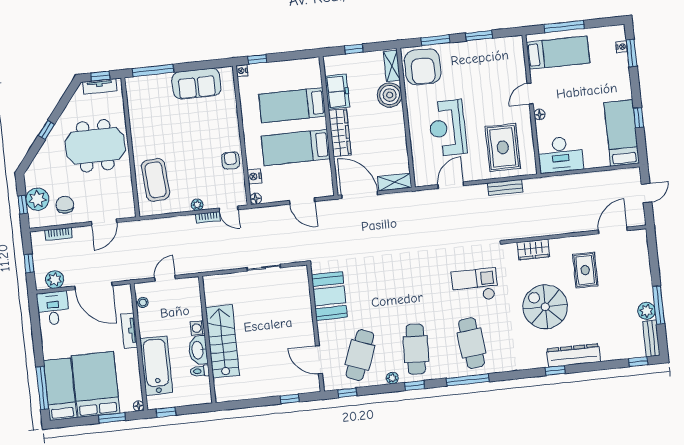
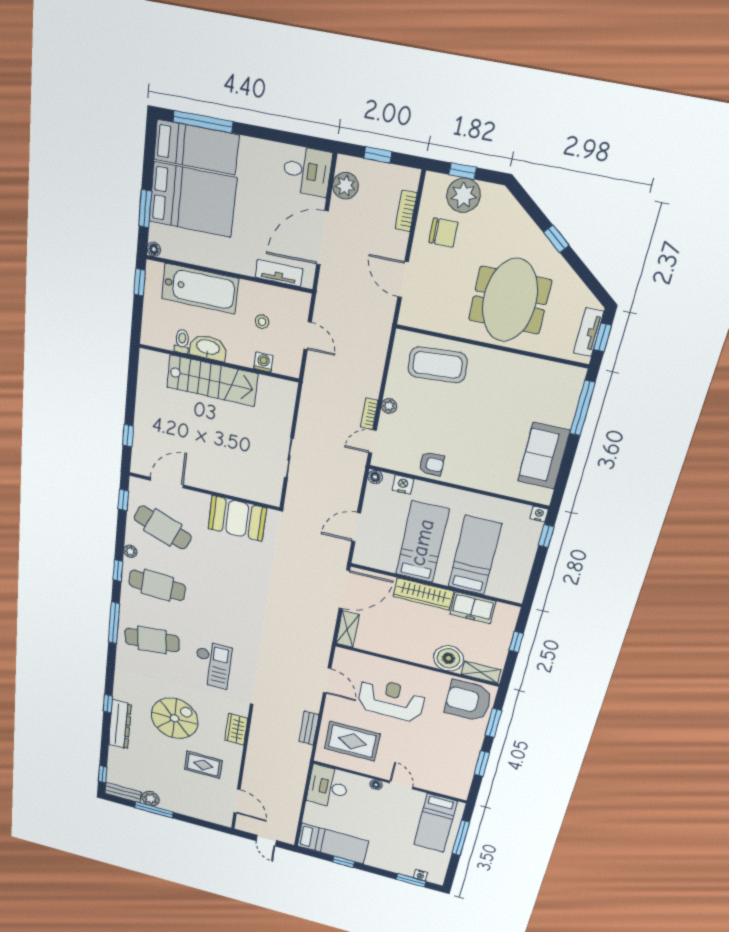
stool: (143, 302) -> (262, 322), moved
washing machine: (198, 328) -> (263, 362), moved
tv unit: (129, 331) -> (279, 273), moved

